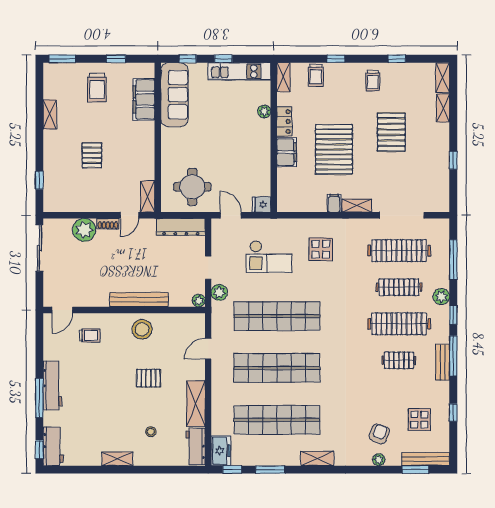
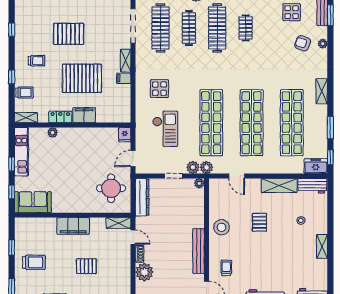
trolley: (373, 81) -> (37, 61), moved
sofa: (174, 95) -> (33, 202), width x0.73
filing cabinet: (144, 99) -> (73, 226), moved
bench: (139, 300) -> (199, 251), moved
plant: (219, 310) -> (206, 167), added

